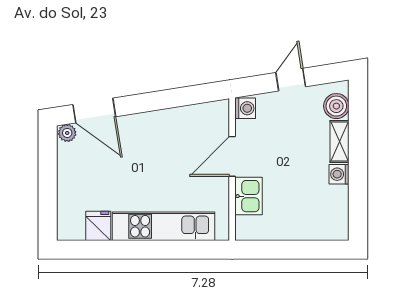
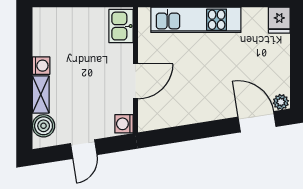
kitchen sink: (248, 196) -> (121, 26), moved
fridge: (98, 226) -> (279, 20), moved

